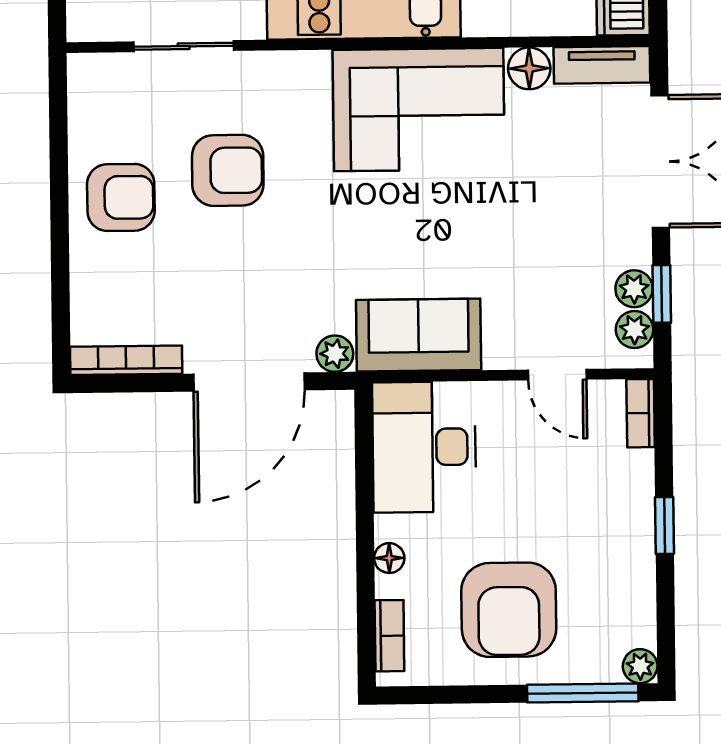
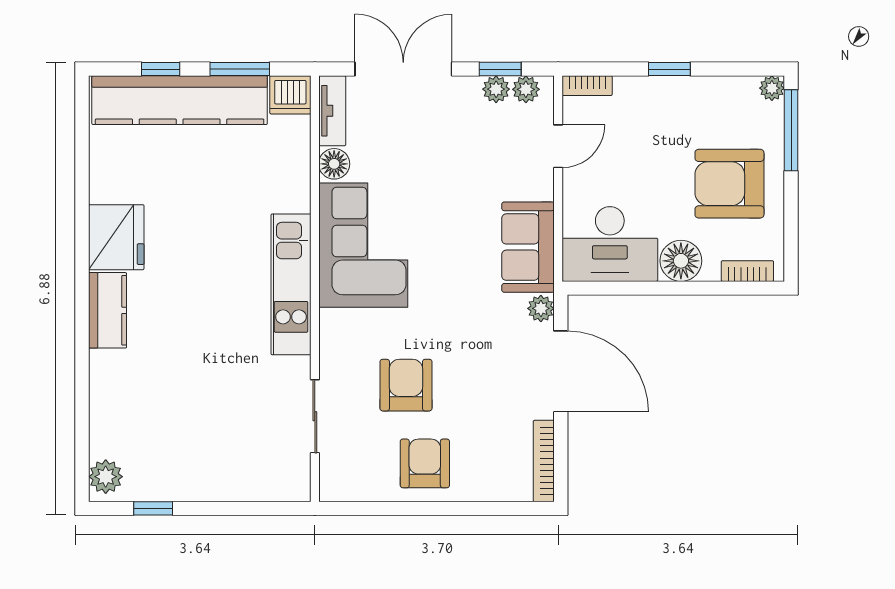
floor lamp: (389, 558) -> (681, 261), width x1.89, depth x1.89
armchair: (509, 610) -> (729, 184), turned 180

